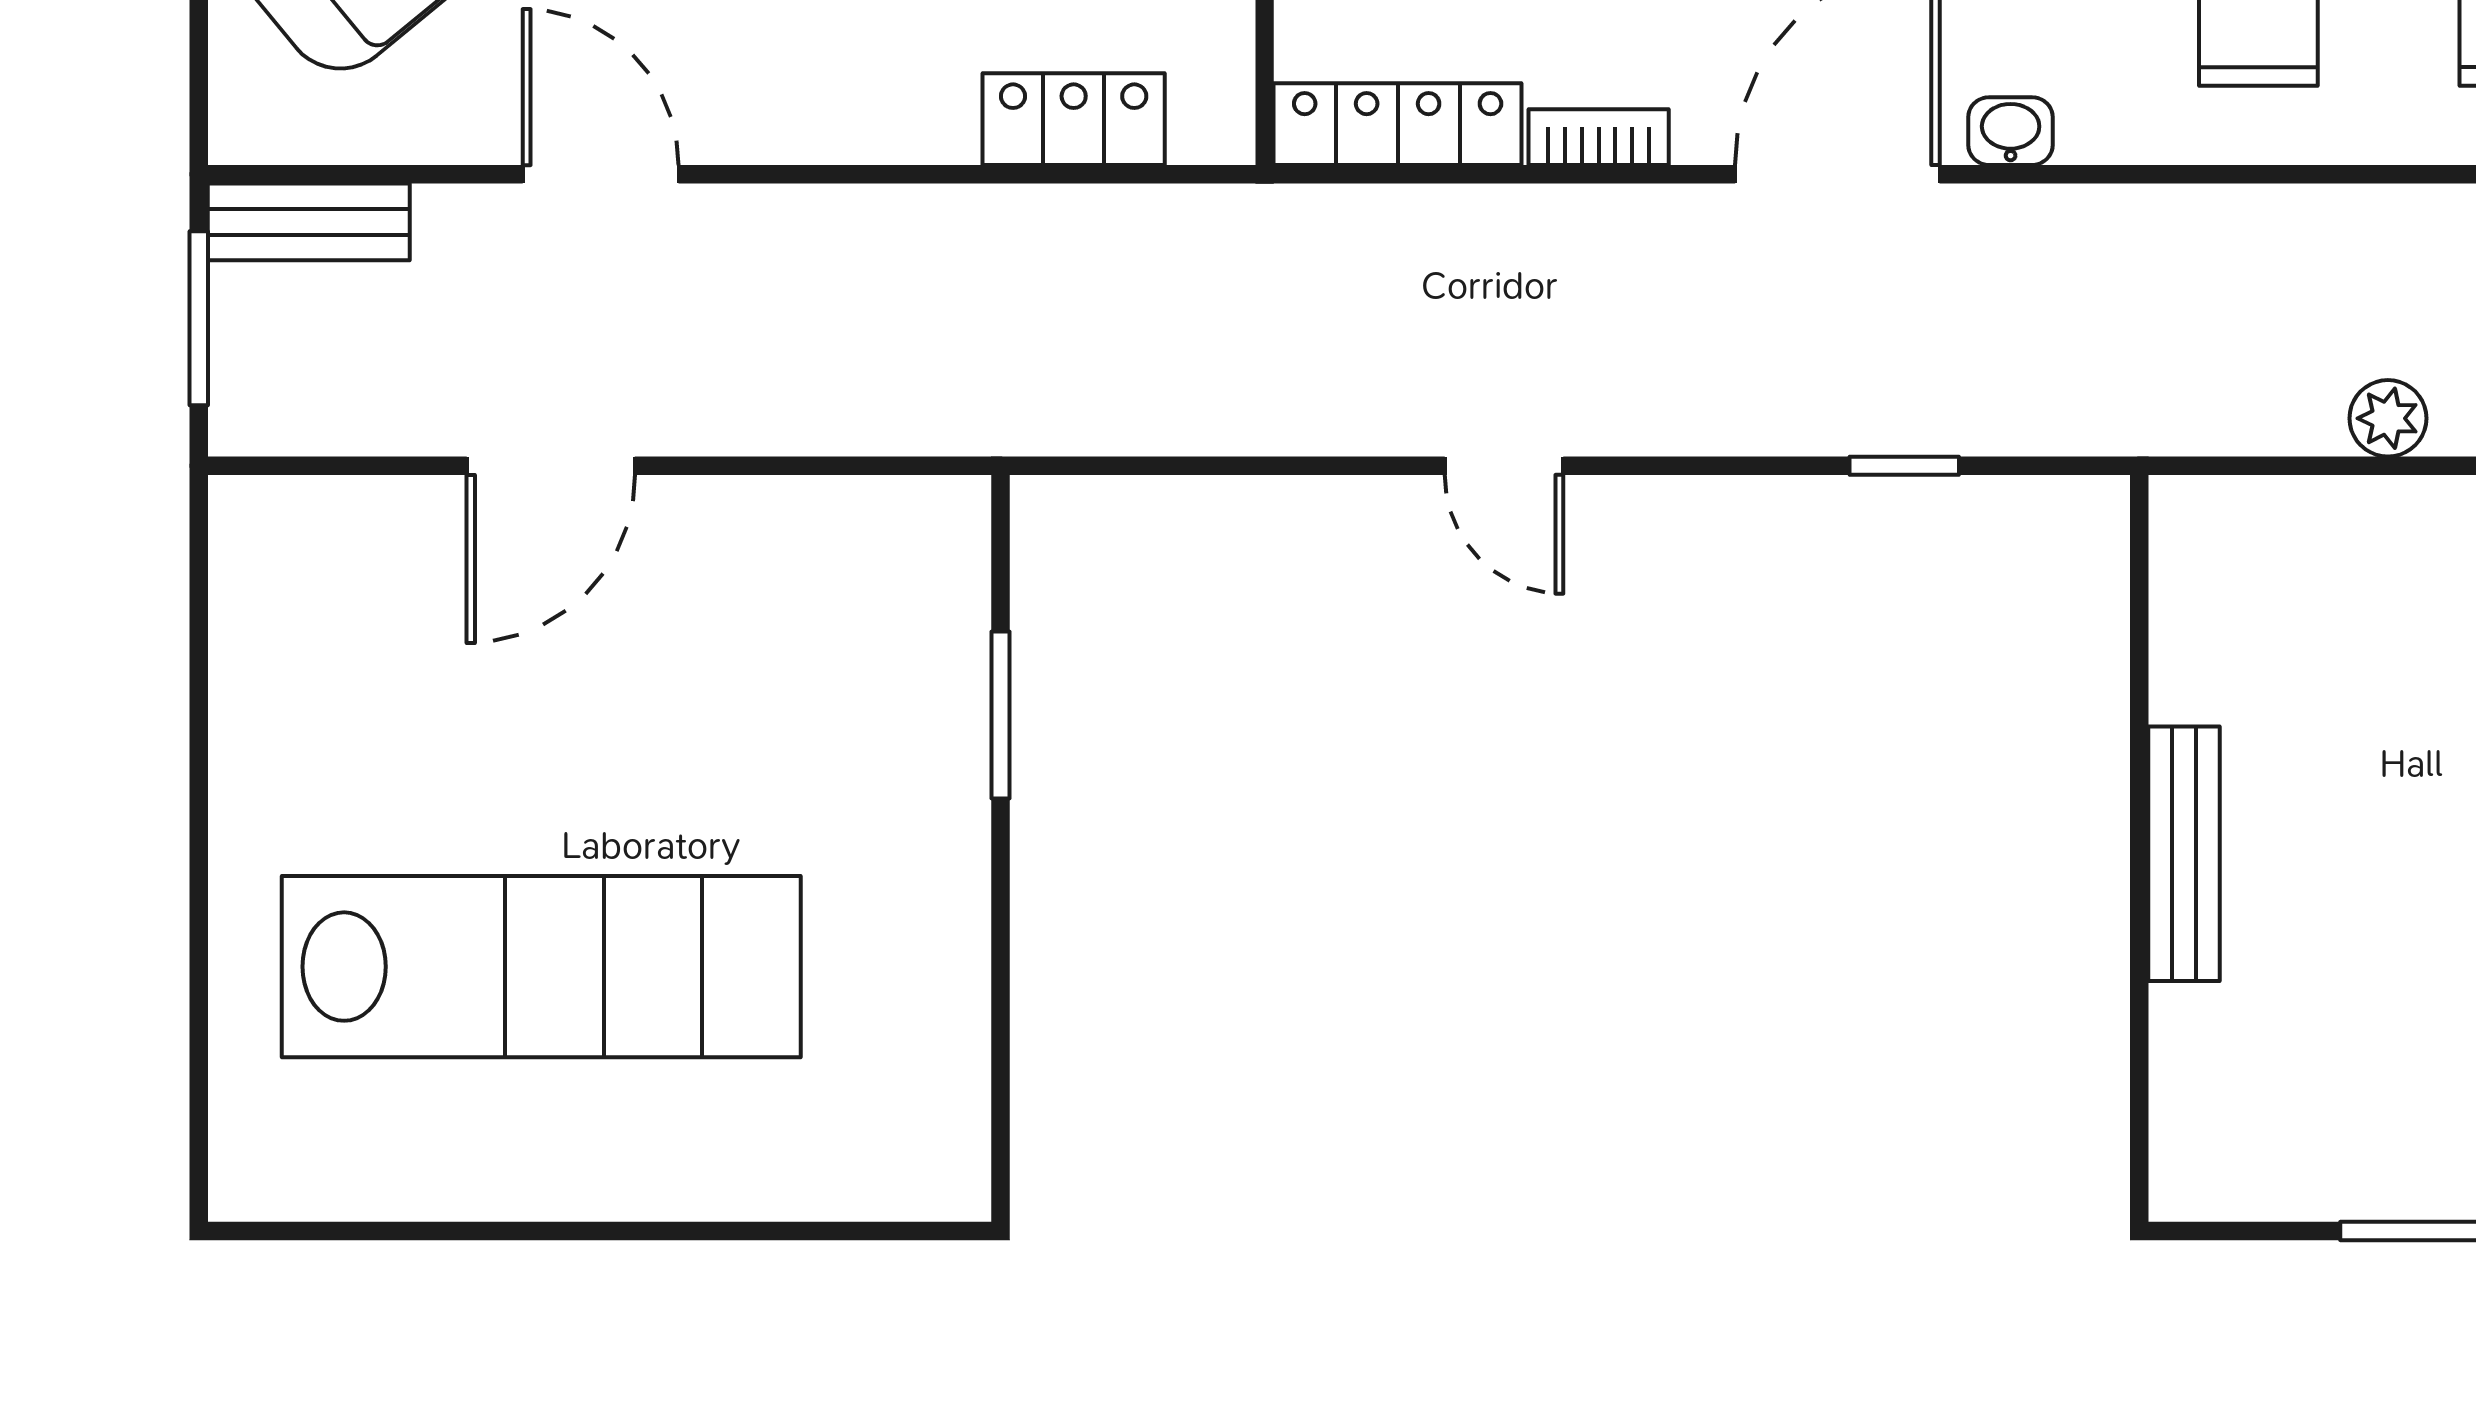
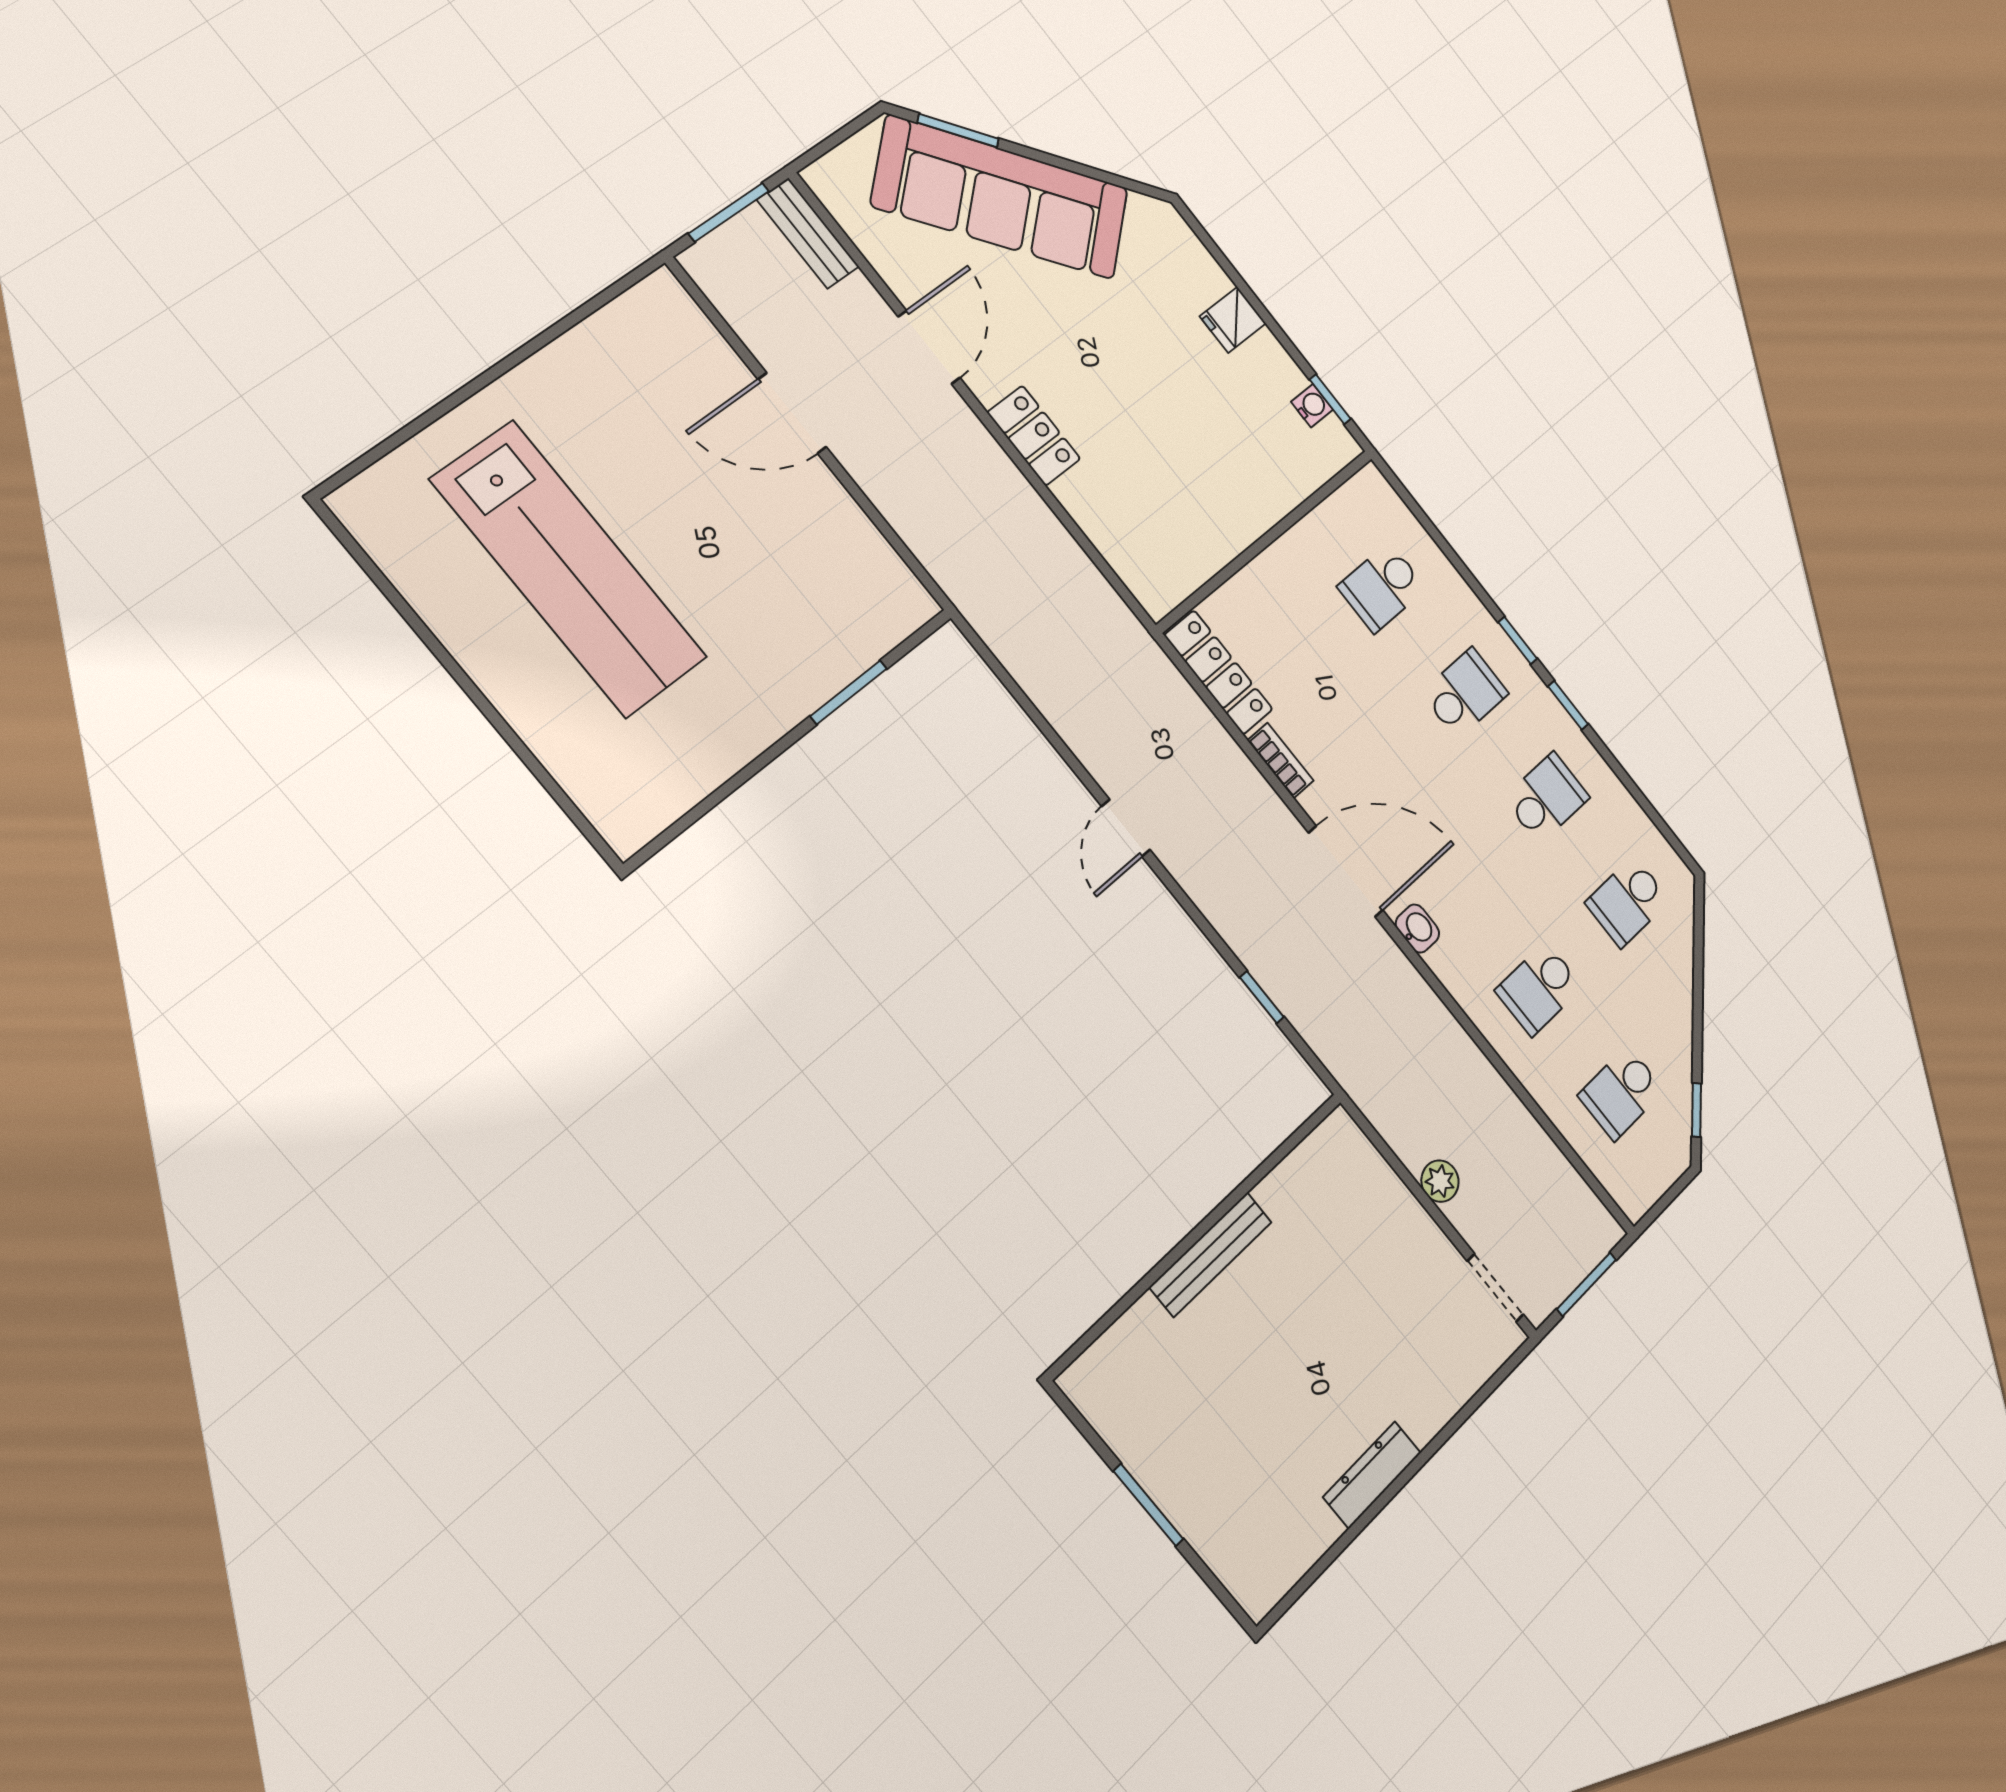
locker: (1074, 119) -> (1034, 436), moved

